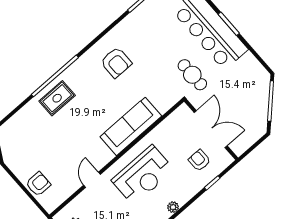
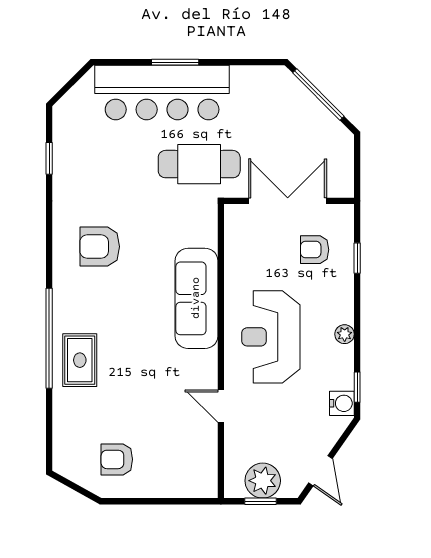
armchair: (116, 62) -> (100, 247), turned 180
cafe table: (192, 75) -> (199, 164), width x1.37, depth x1.35
reception desk: (143, 175) -> (271, 337), turned 180
armchair: (38, 184) -> (117, 459), moved, turned -90

